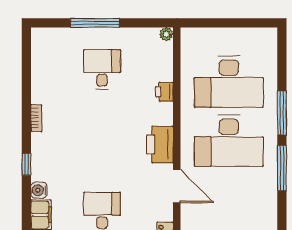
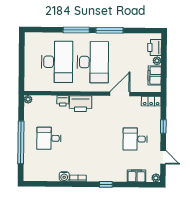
window: (95, 23) -> (21, 142), width x1.46
printer: (160, 144) -> (81, 104), moved
water cooler: (39, 190) -> (64, 176), moved

